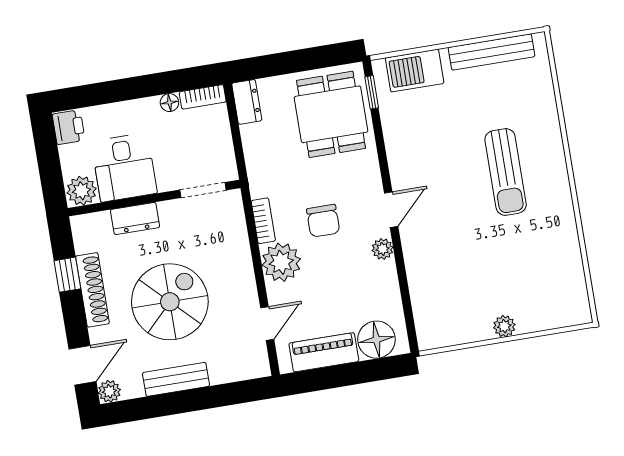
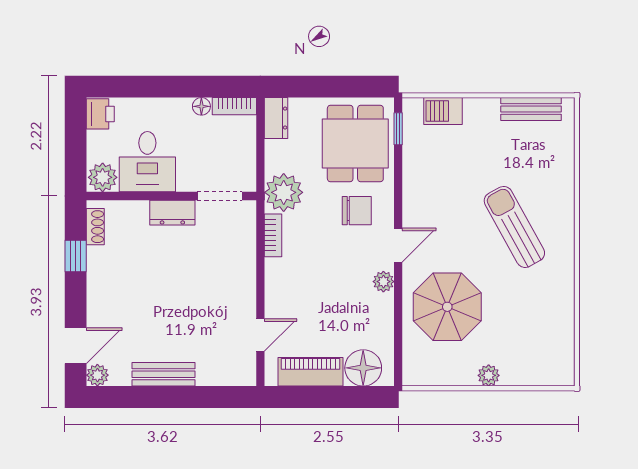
bench: (492, 52) -> (531, 109), width x0.73
barbecue: (415, 71) -> (443, 111), width x0.73, depth x0.79
sun lounger: (506, 172) -> (514, 227), turned 151
dresser: (135, 218) -> (172, 213), moved
chair: (323, 221) -> (357, 211), moved, turned -90
plant: (281, 262) -> (284, 192), moved
parasol: (451, 264) -> (447, 307), added
shoe rack: (92, 290) -> (95, 227), moved, width x0.51, depth x0.81
spiral stairs: (170, 302) -> (170, 299), removed

